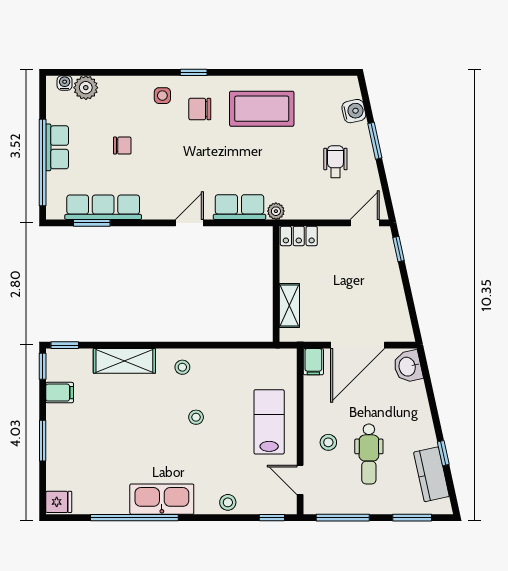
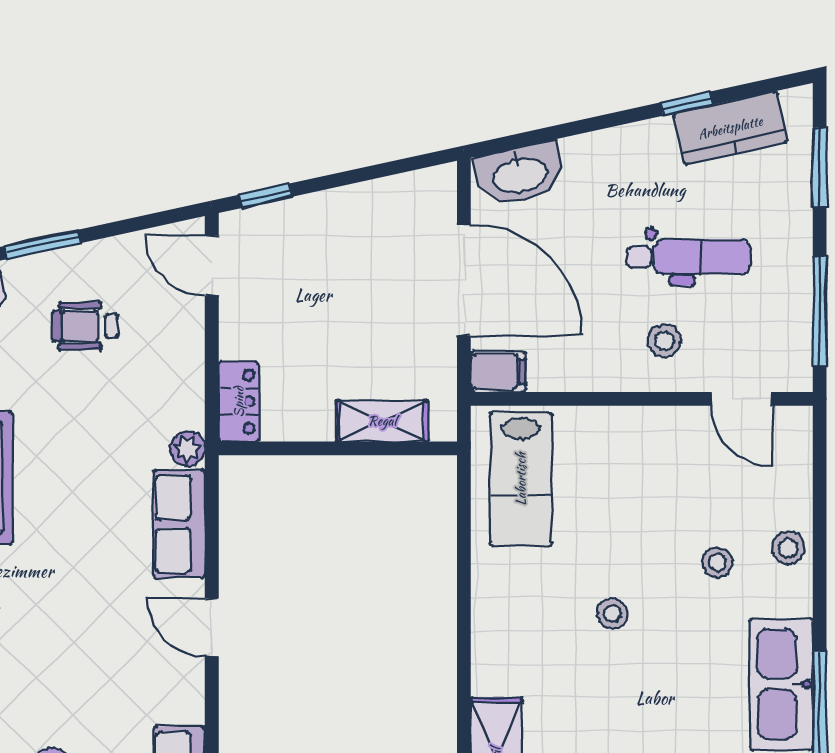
washbasin: (408, 366) -> (520, 174), width x1.38
stool: (182, 367) -> (717, 562), moved
lab bench: (269, 422) -> (521, 479), moved, turned -90
door: (300, 480) -> (742, 399), hinge flipped
window: (272, 518) -> (820, 457), removed

